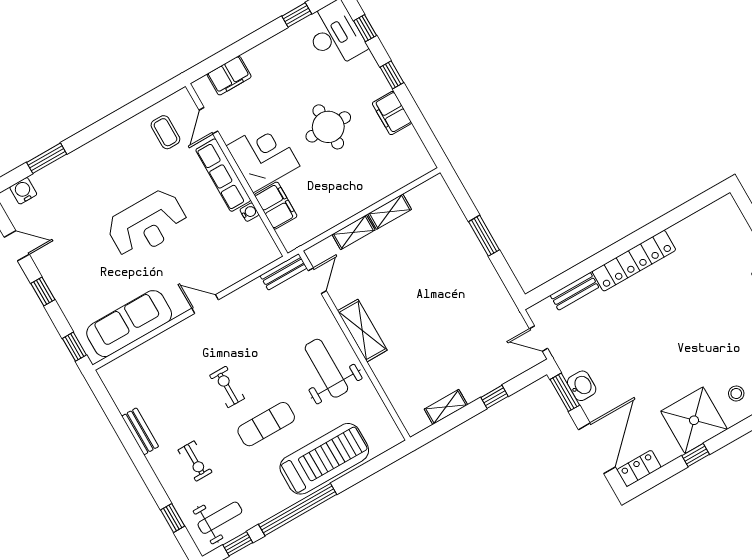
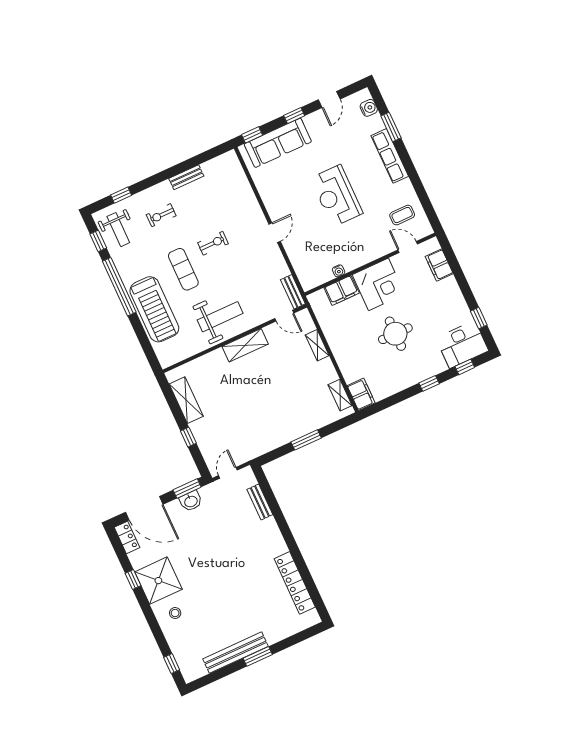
filing cabinet: (392, 113) -> (361, 394), moved, turned 90
row of seats: (223, 175) -> (390, 156), moved, turned -90
shelving: (390, 212) -> (340, 395), moved
locker: (634, 261) -> (295, 583), moved
sofa: (129, 324) -> (278, 143), moved, turned 90
shelving: (446, 407) -> (186, 400), width x1.50, depth x1.33

